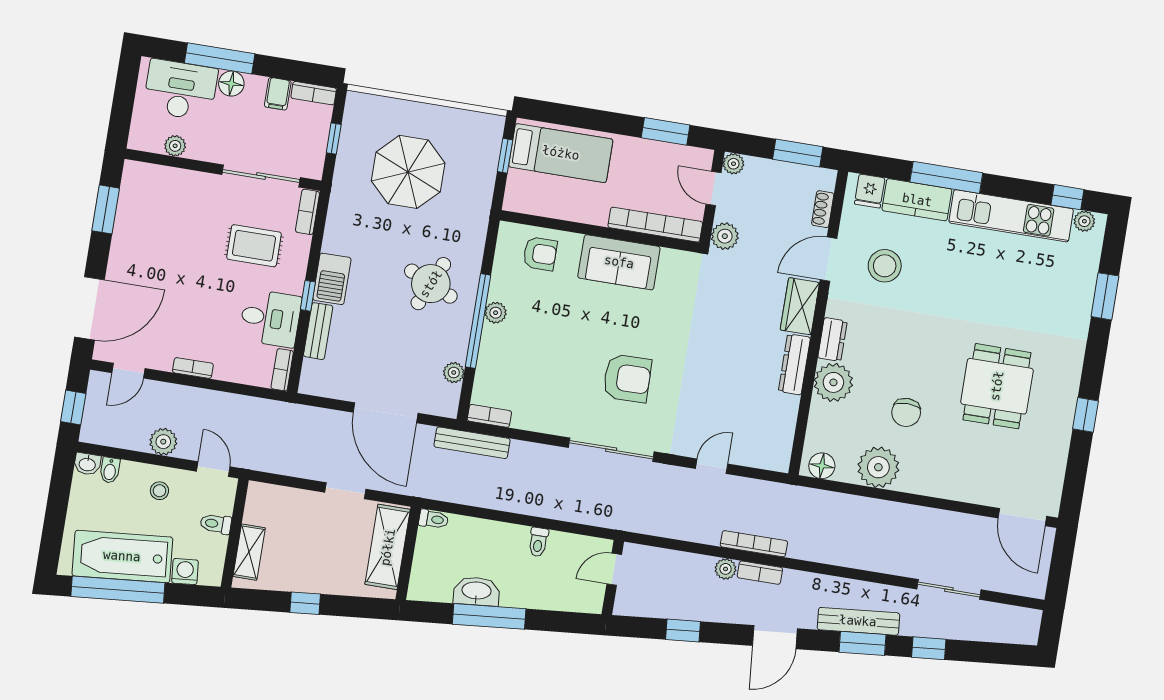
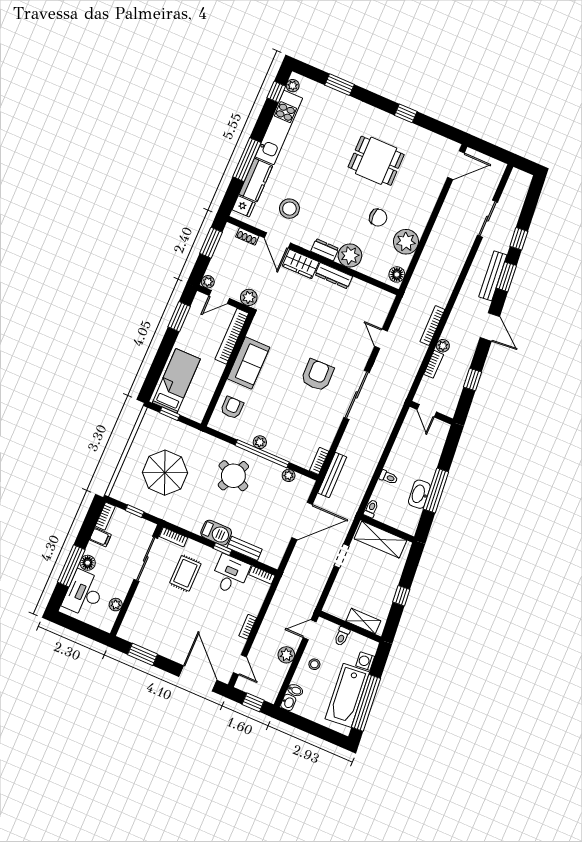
toilet: (538, 542) -> (388, 477), moved
bookcase: (760, 573) -> (434, 364), moved

